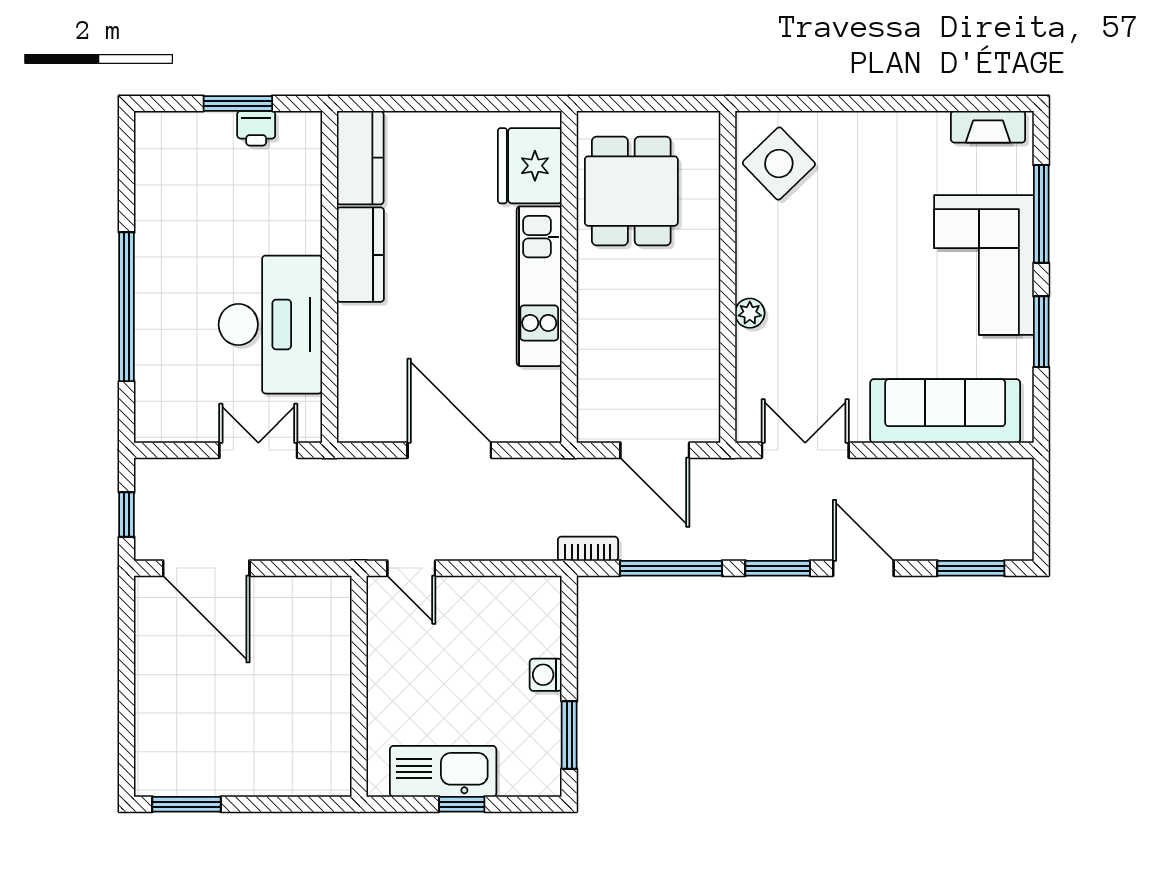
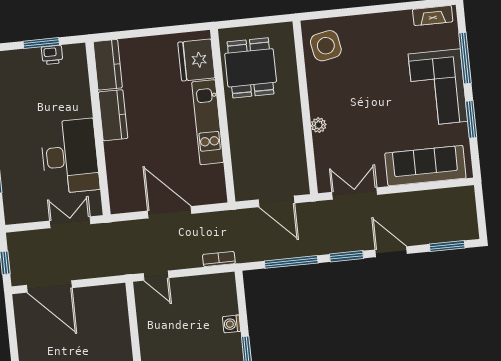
side table: (779, 164) -> (326, 46), turned 33
bookcase: (588, 549) -> (219, 259), moved

